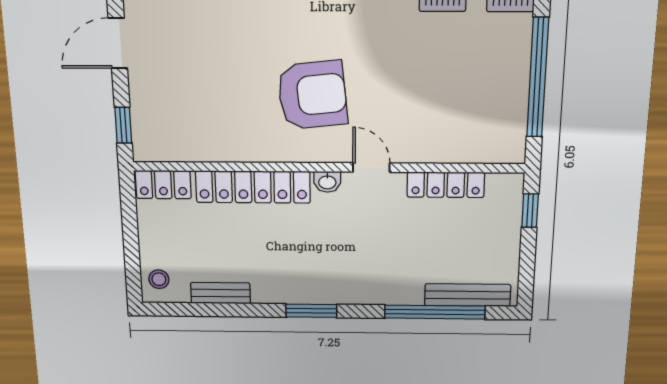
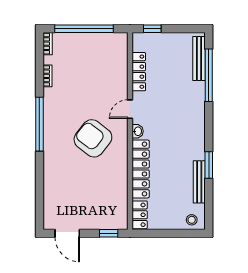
armchair: (312, 95) -> (93, 138), turned -46
bench: (220, 293) -> (199, 182), width x1.36
window: (311, 311) -> (209, 165), moved

